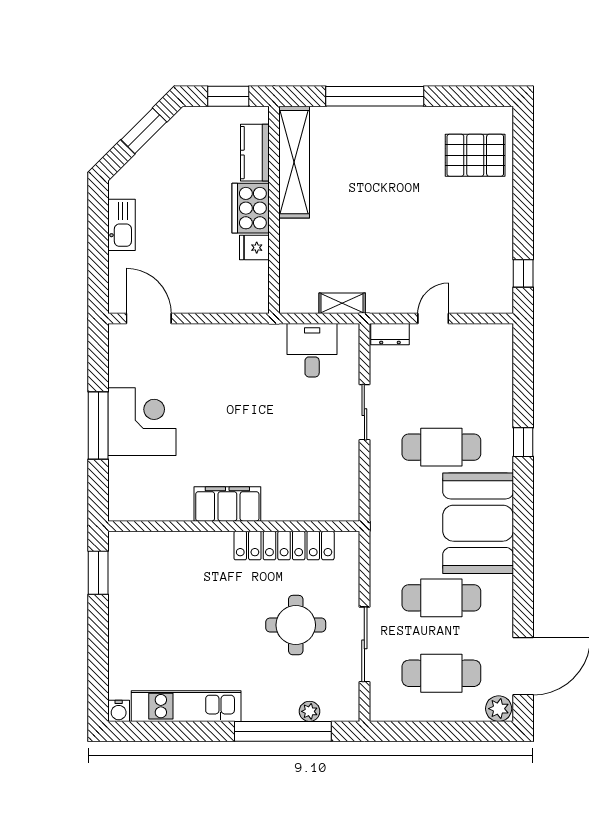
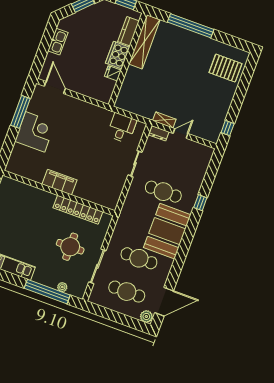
shelving: (342, 303) -> (164, 120), moved
window: (98, 426) -> (20, 112), moved

